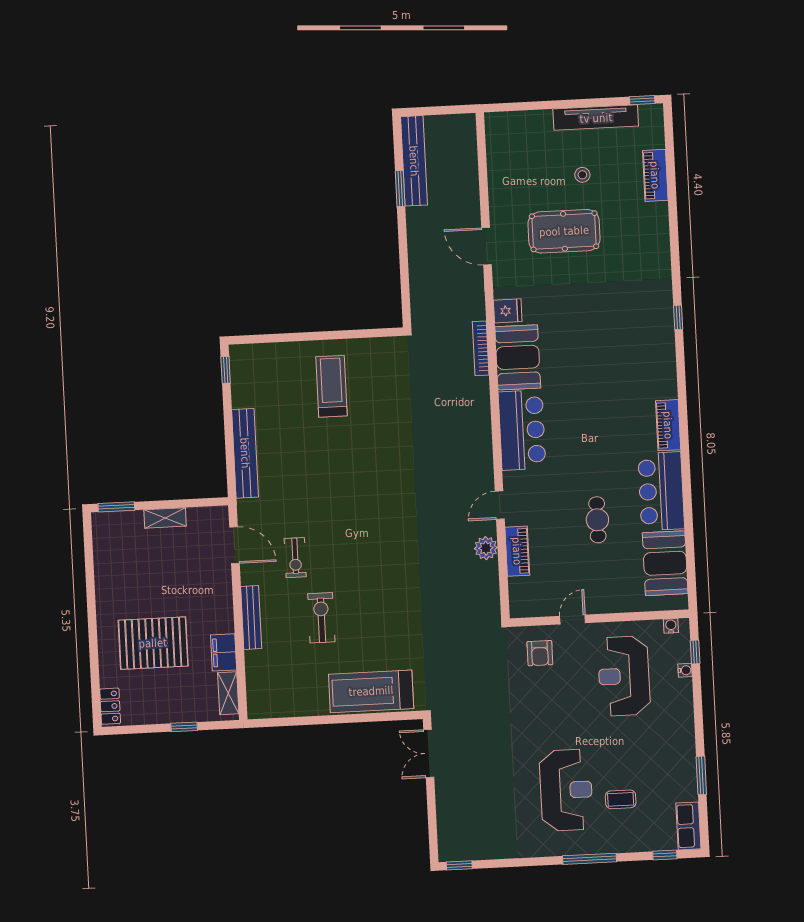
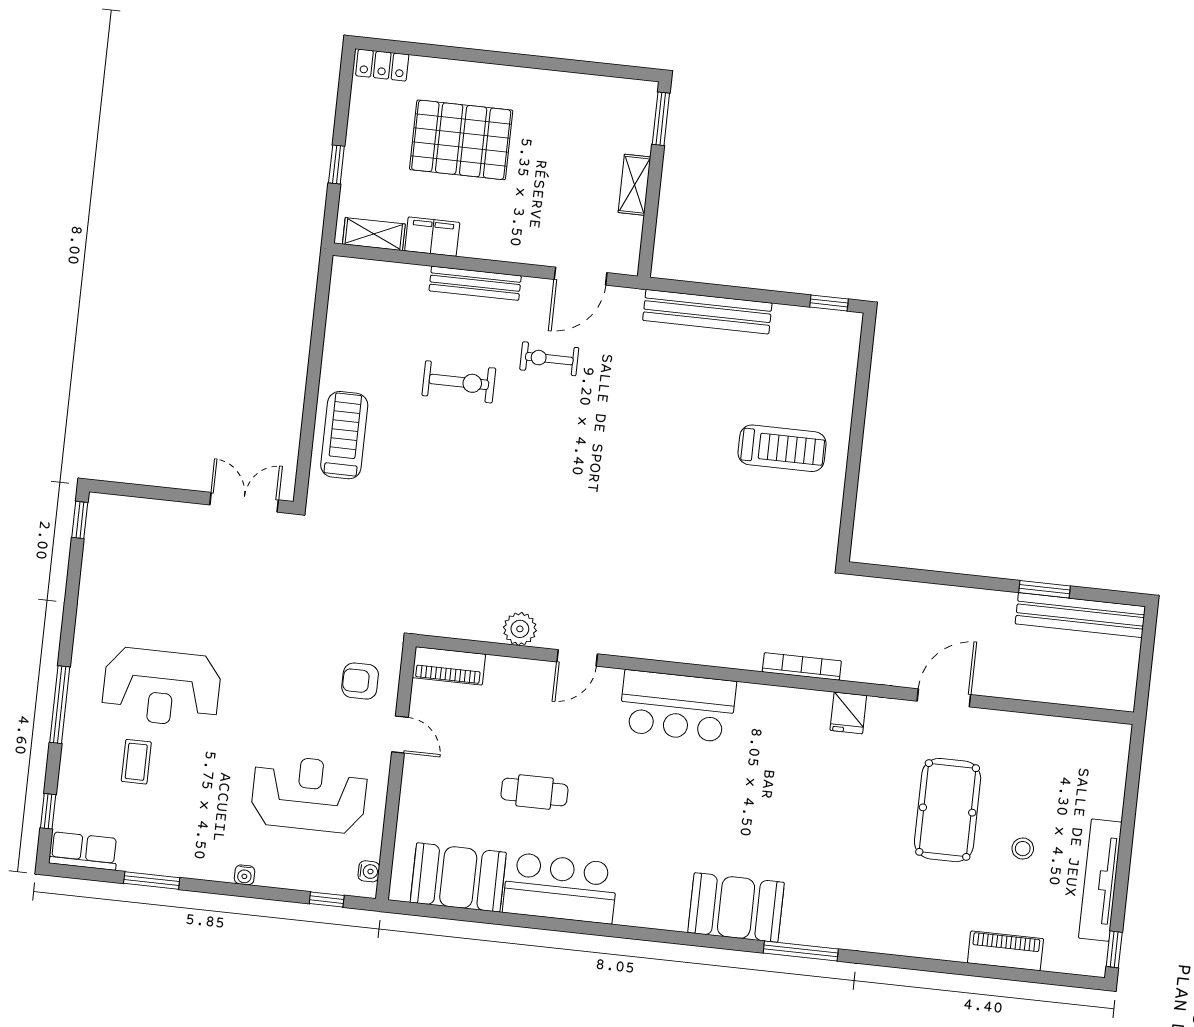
window: (678, 317) -> (801, 951), width x2.17
booth: (518, 357) -> (736, 907), moved
piano: (668, 425) -> (652, 913), removed
door: (500, 505) -> (577, 658), swing flipped
piano: (517, 551) -> (449, 666), moved
pallet: (153, 643) -> (461, 140), turned 90
water cooler: (685, 670) -> (245, 875), moved
treadmill: (371, 691) -> (344, 435), width x0.73, depth x0.73

